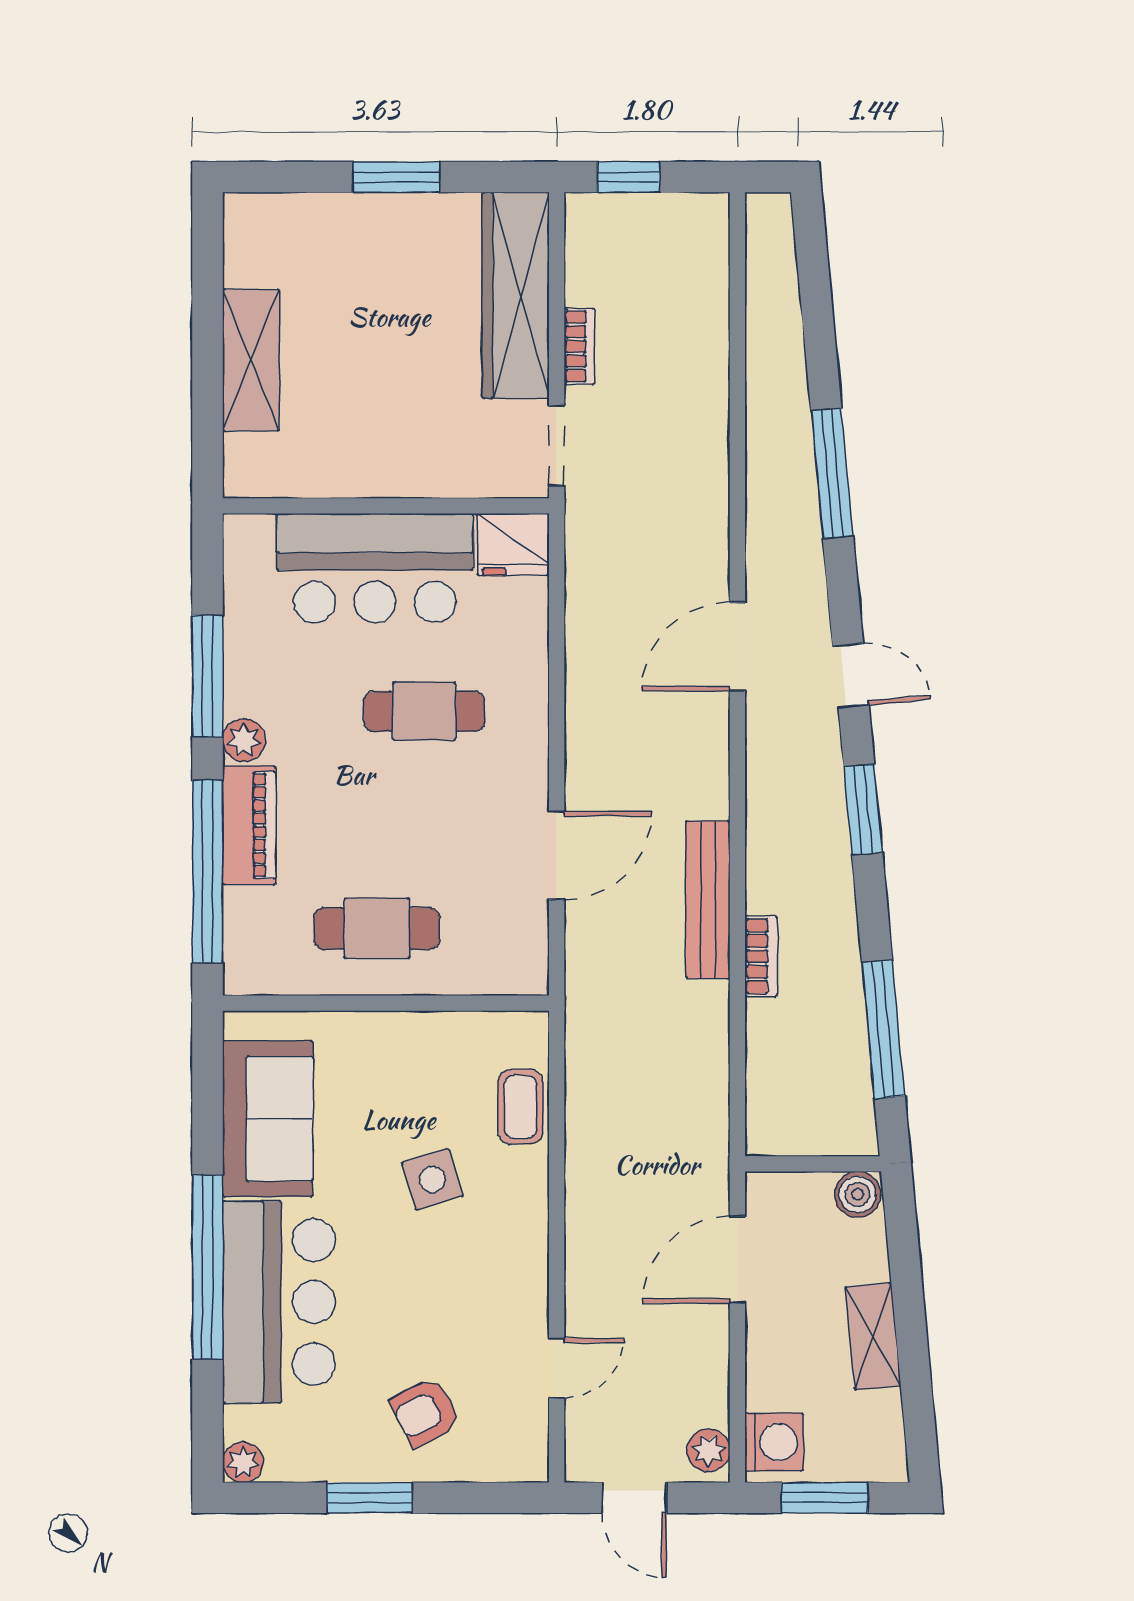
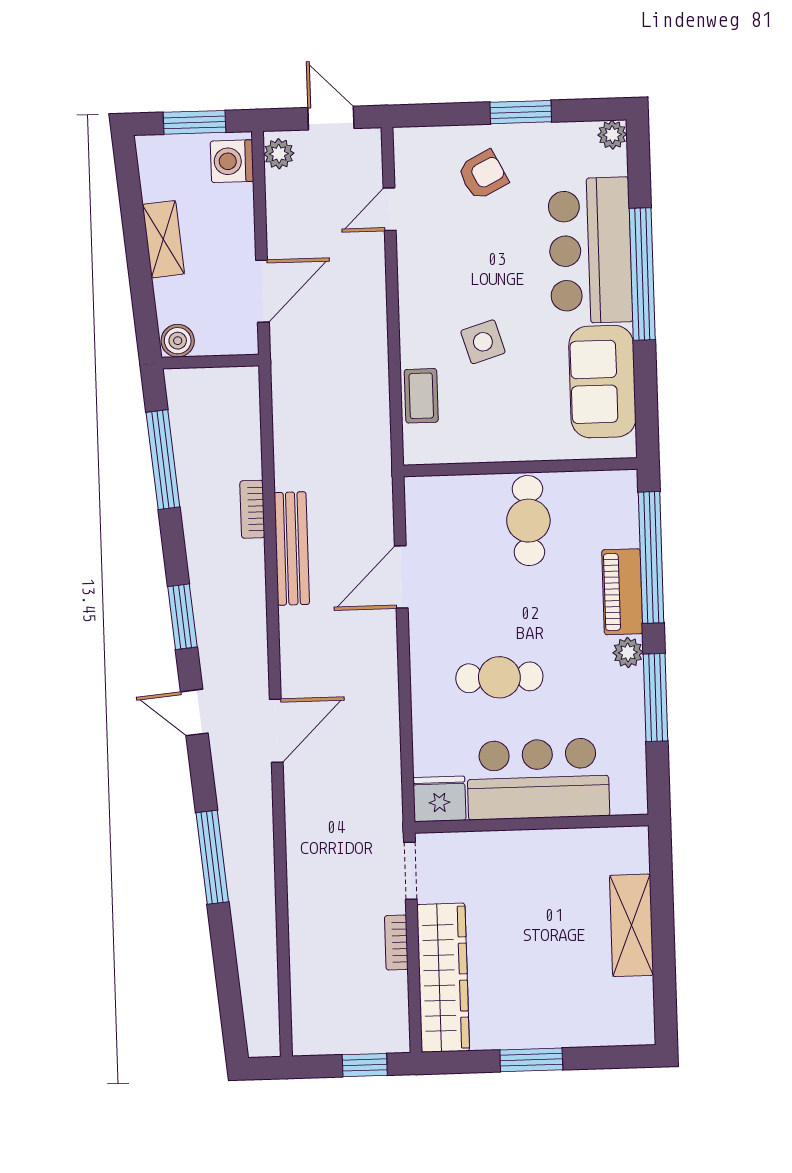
cafe table: (377, 928) -> (528, 521), turned 90

